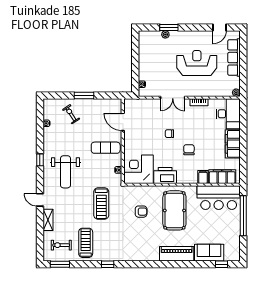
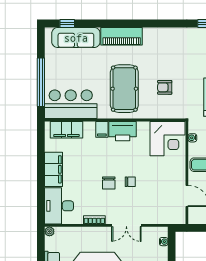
double door: (173, 98) -> (126, 225), swing flipped
chair: (189, 150) -> (109, 183), moved
printer: (165, 175) -> (123, 131), moved
filing cabinet: (203, 177) -> (102, 129), moved
sofa: (209, 253) -> (76, 38), width x1.36

